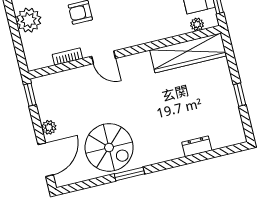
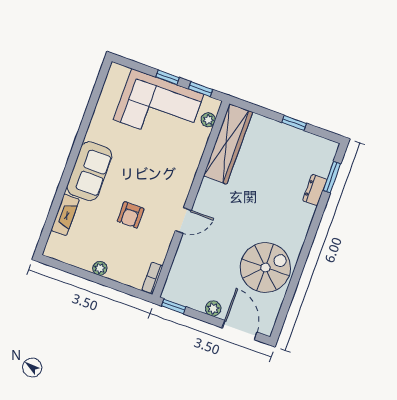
plant: (29, 20) -> (100, 268), width x0.53, depth x0.53
bookcase: (67, 56) -> (152, 278), moved
window: (129, 174) -> (332, 177), moved

